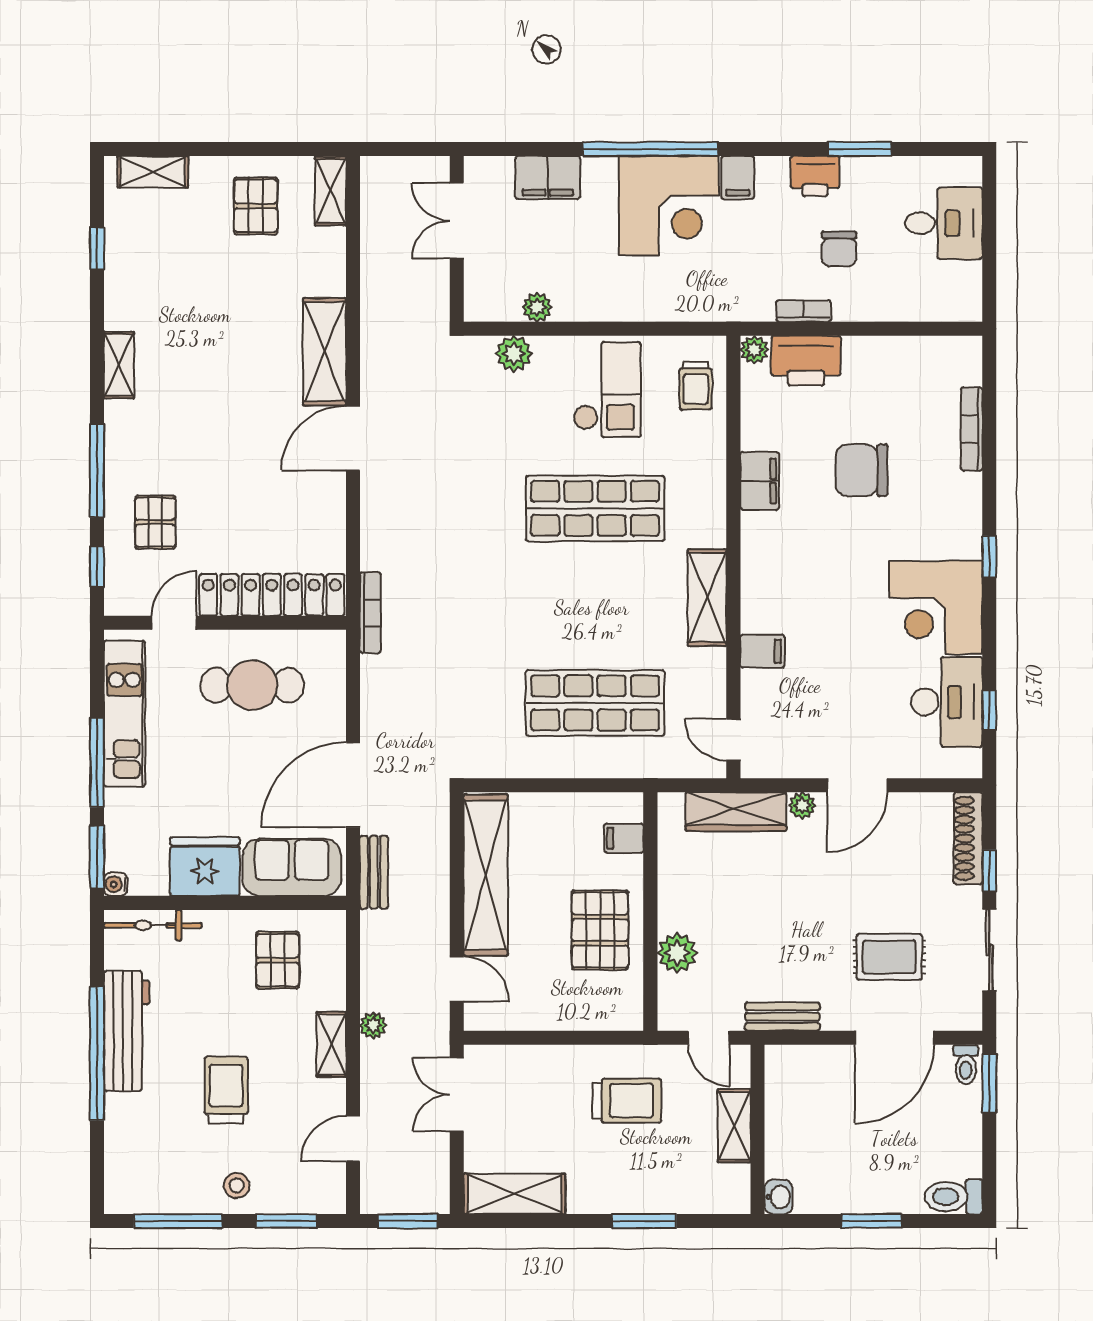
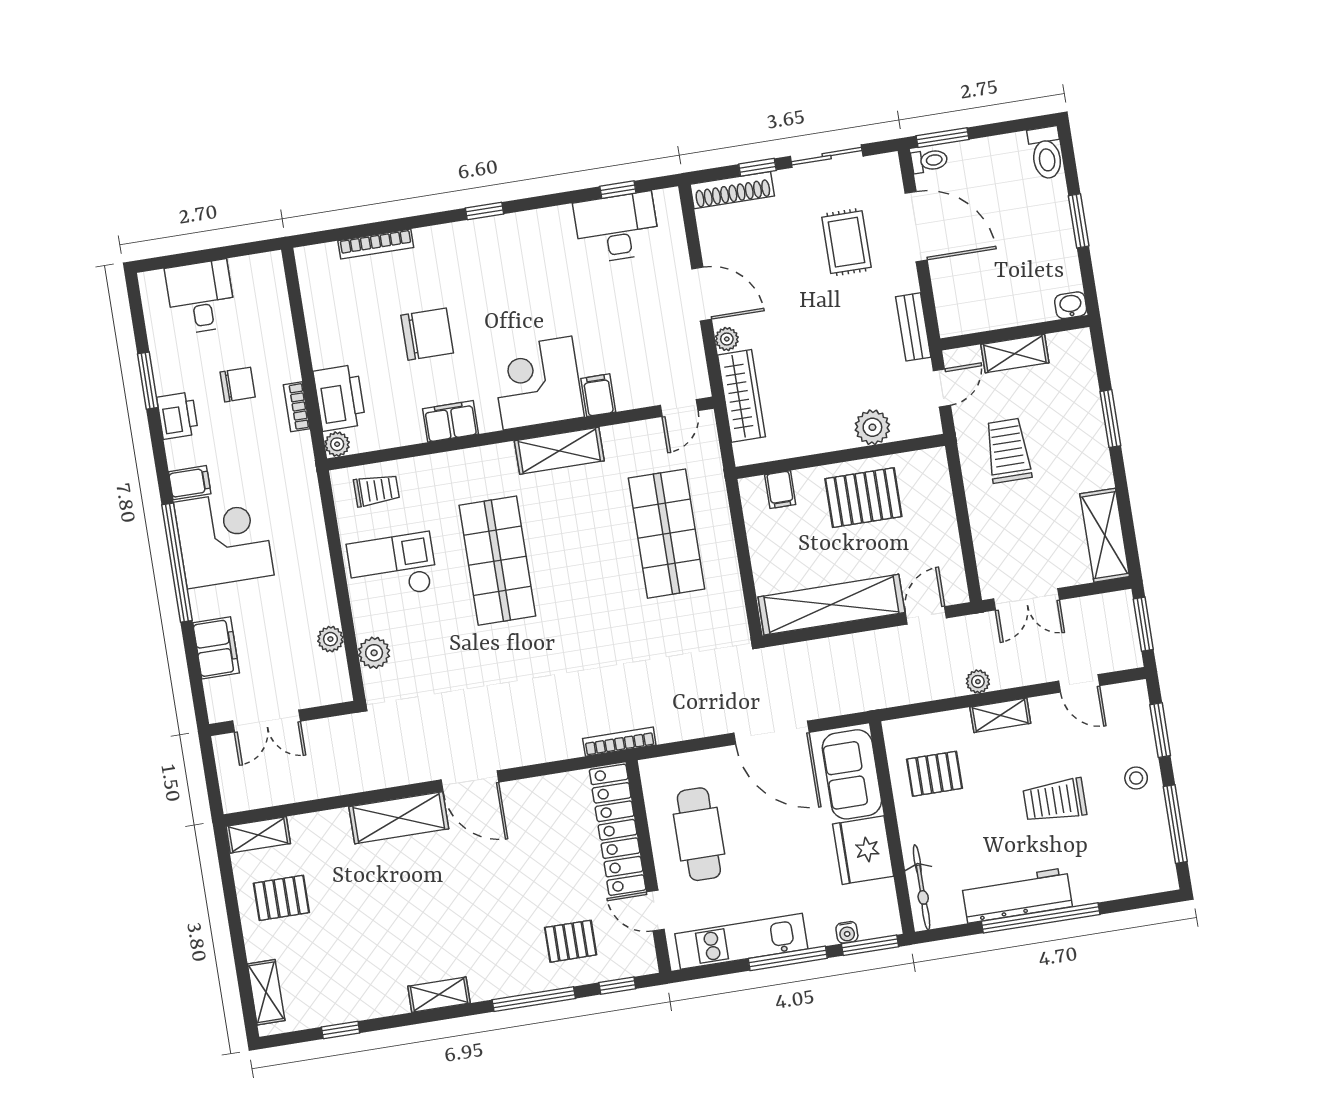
chair: (862, 470) -> (427, 334), turned -90
corner desk: (936, 607) -> (537, 383), moved, turned 180
bench: (374, 872) -> (845, 702), removed
water cooler: (116, 884) -> (847, 932), moved

